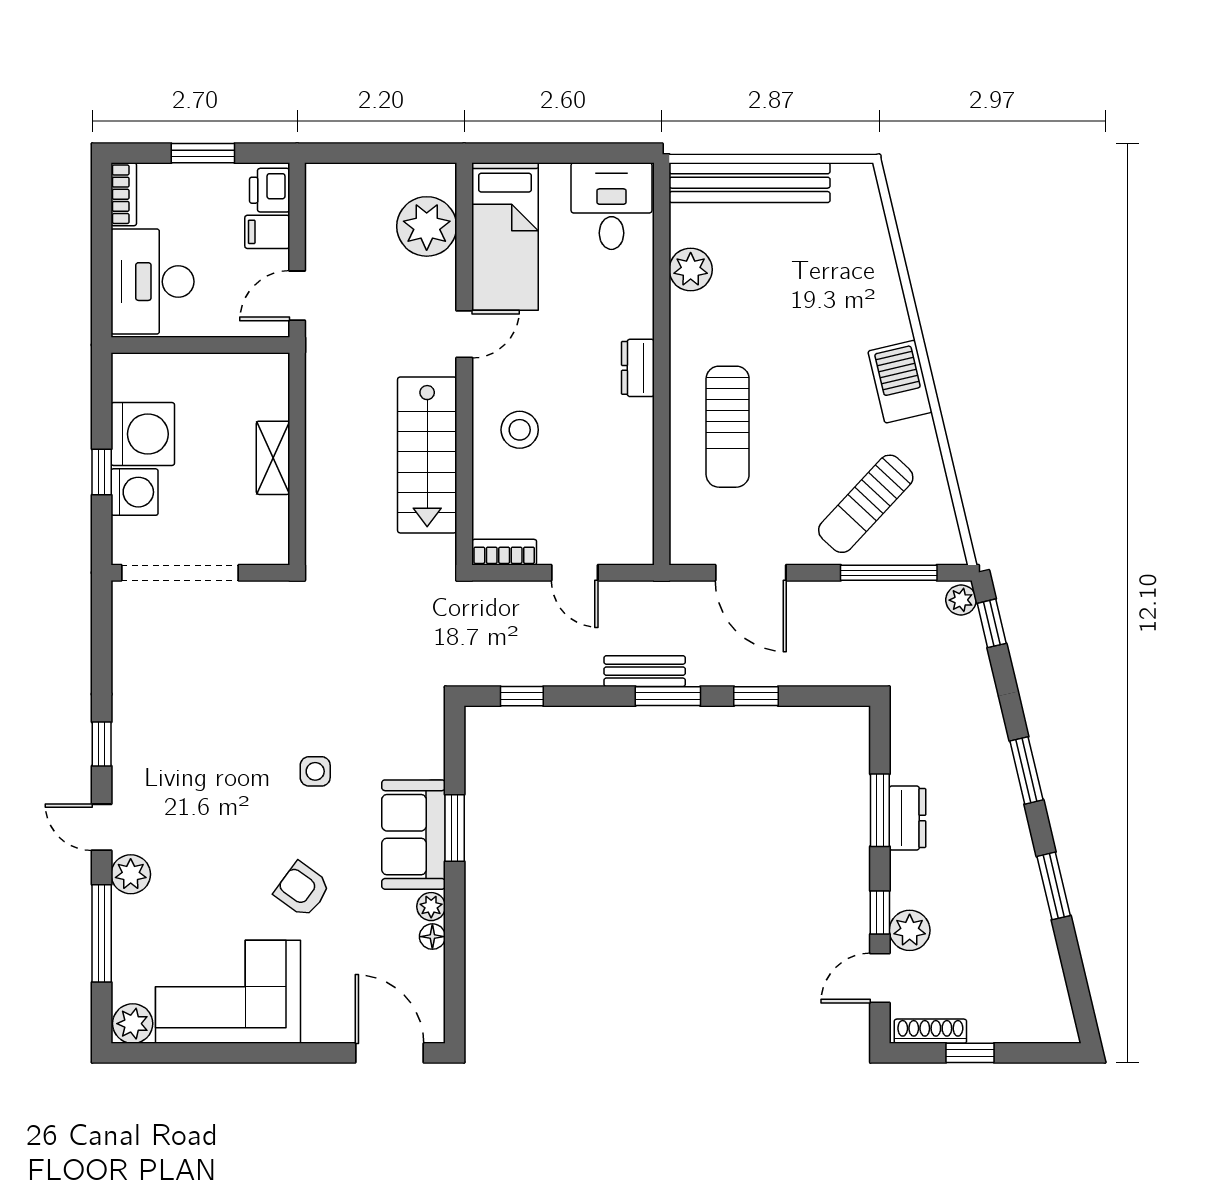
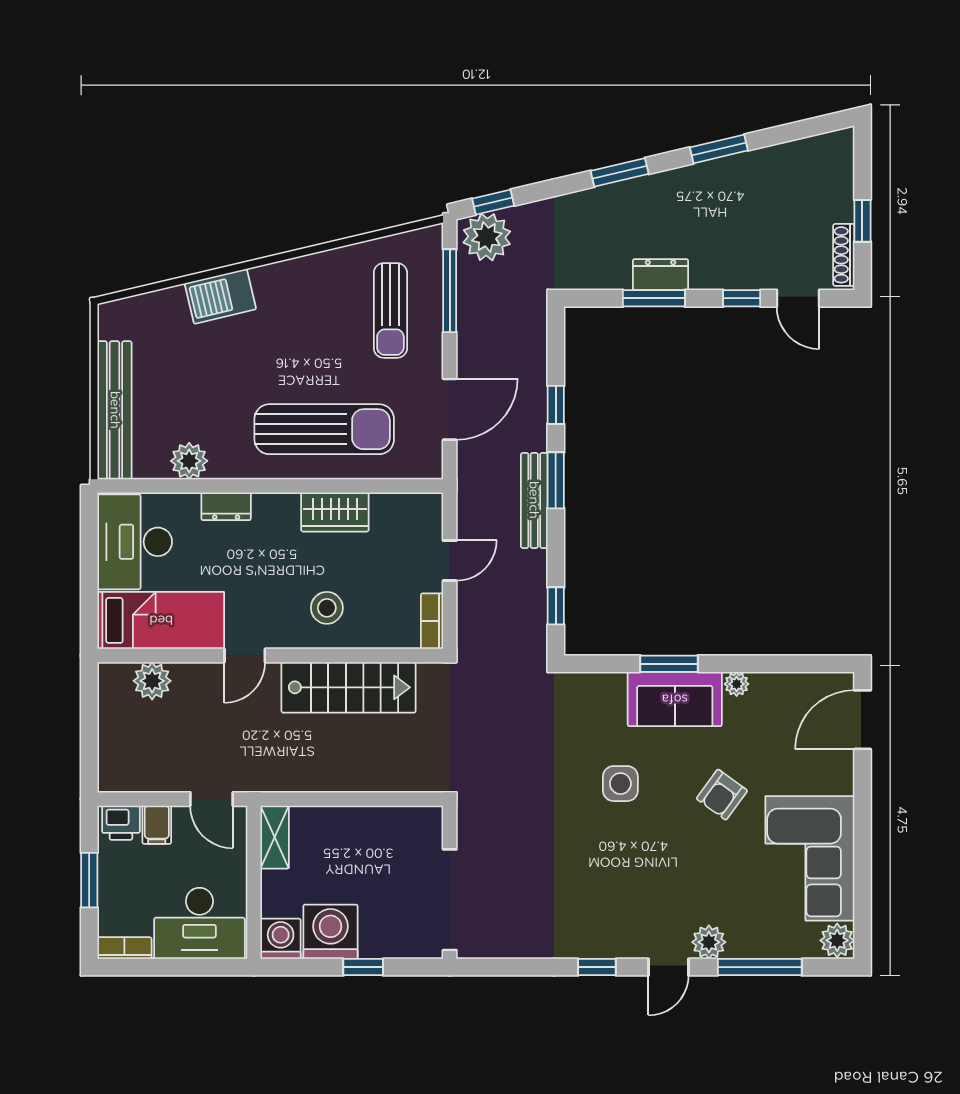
desk: (612, 206) -> (135, 542), width x1.37
plant: (427, 226) -> (152, 681), width x0.73, depth x0.73
door: (464, 334) -> (245, 656), swing flipped
dresser: (638, 368) -> (226, 506), moved
barbecue: (900, 382) -> (220, 296), moved
sun lounger: (728, 427) -> (324, 429), width x1.36, depth x1.34
wardrobe: (631, 439) -> (335, 512), added
shelving: (273, 458) -> (275, 837), moved, turned 90
washing machine: (135, 492) -> (281, 939), moved
sun lounger: (866, 504) -> (390, 310), turned 47
plant: (961, 600) -> (487, 237), width x1.88, depth x1.88
bench: (645, 671) -> (534, 500), width x1.36
side table: (315, 771) -> (620, 784), width x1.37, depth x1.37
plant: (910, 930) -> (757, 273), removed
floor lamp: (432, 937) -> (762, 683), removed

